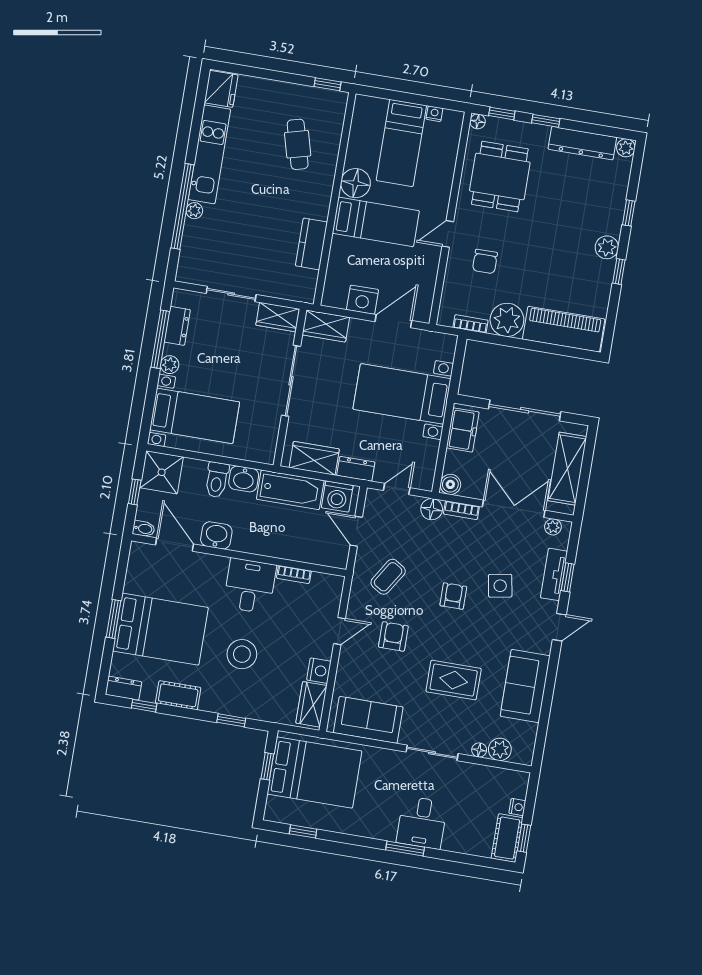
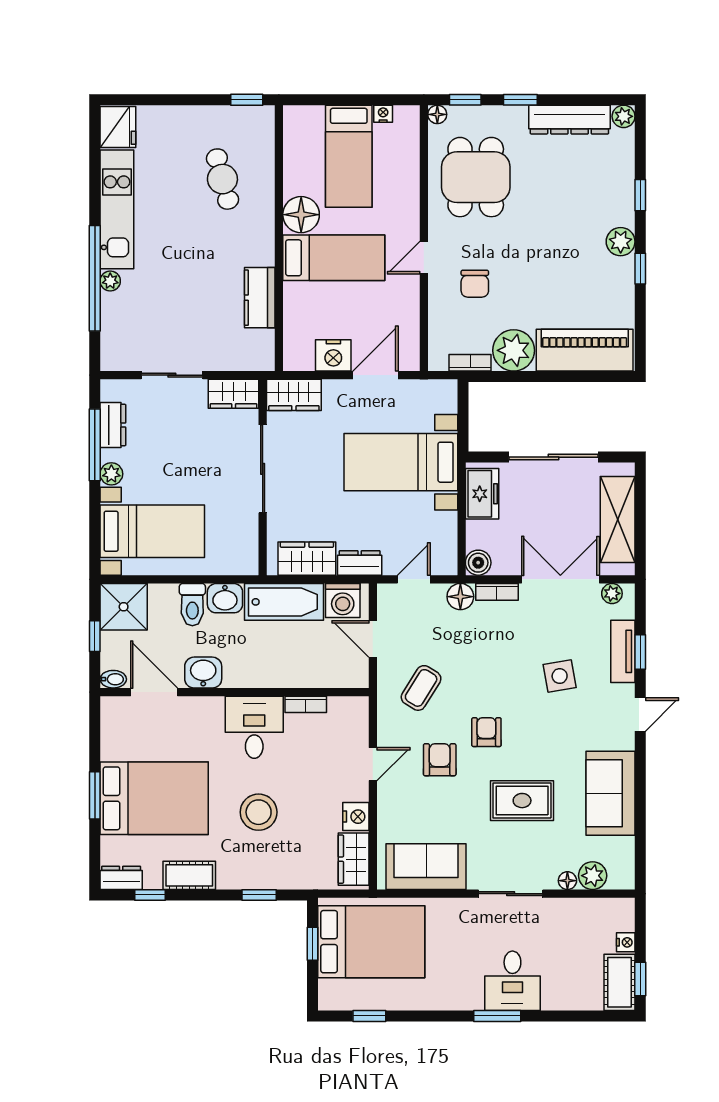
armchair: (453, 596) -> (486, 732), moved

